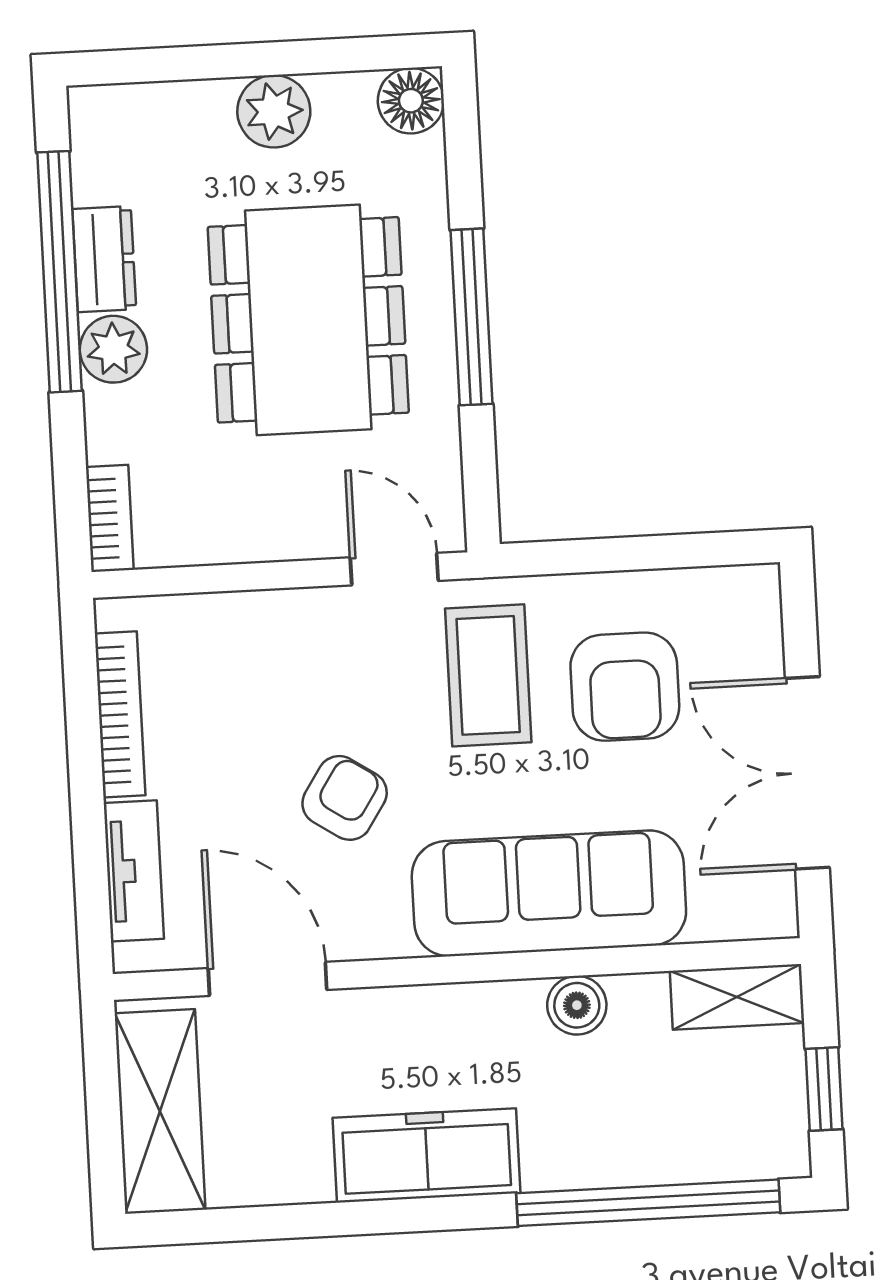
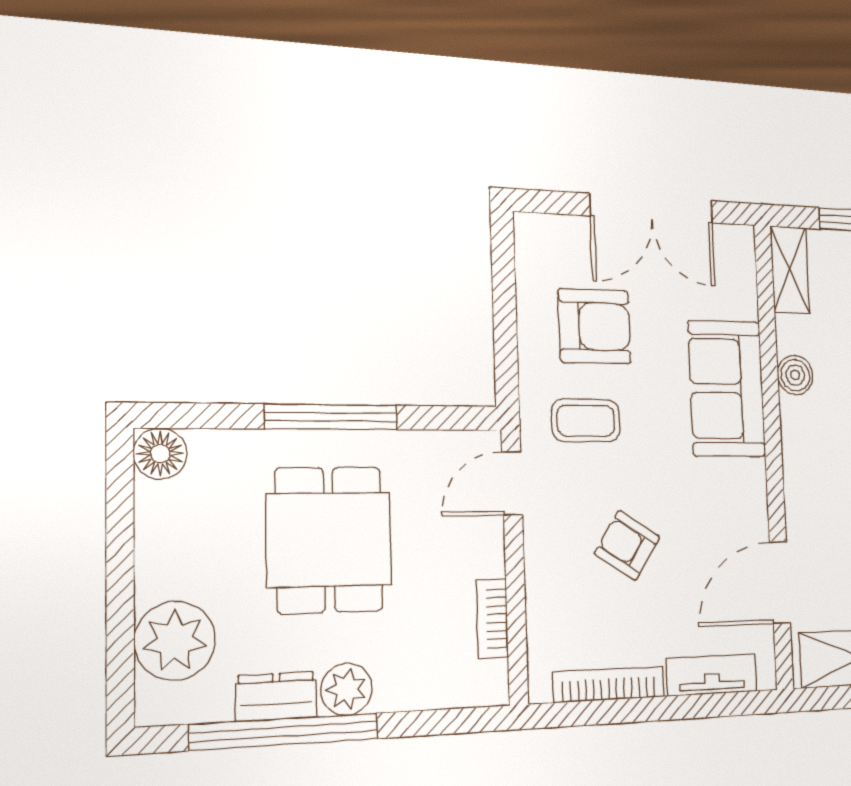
plant: (274, 111) -> (175, 641), moved, width x1.36, depth x1.36
dining table: (308, 320) -> (329, 540), width x0.73
bookcase: (110, 518) -> (492, 619), moved, turned -90
coffee table: (488, 675) -> (586, 421), width x0.73, depth x0.77
armchair: (345, 798) -> (627, 545), moved
sofa: (549, 893) -> (727, 388), width x0.73

